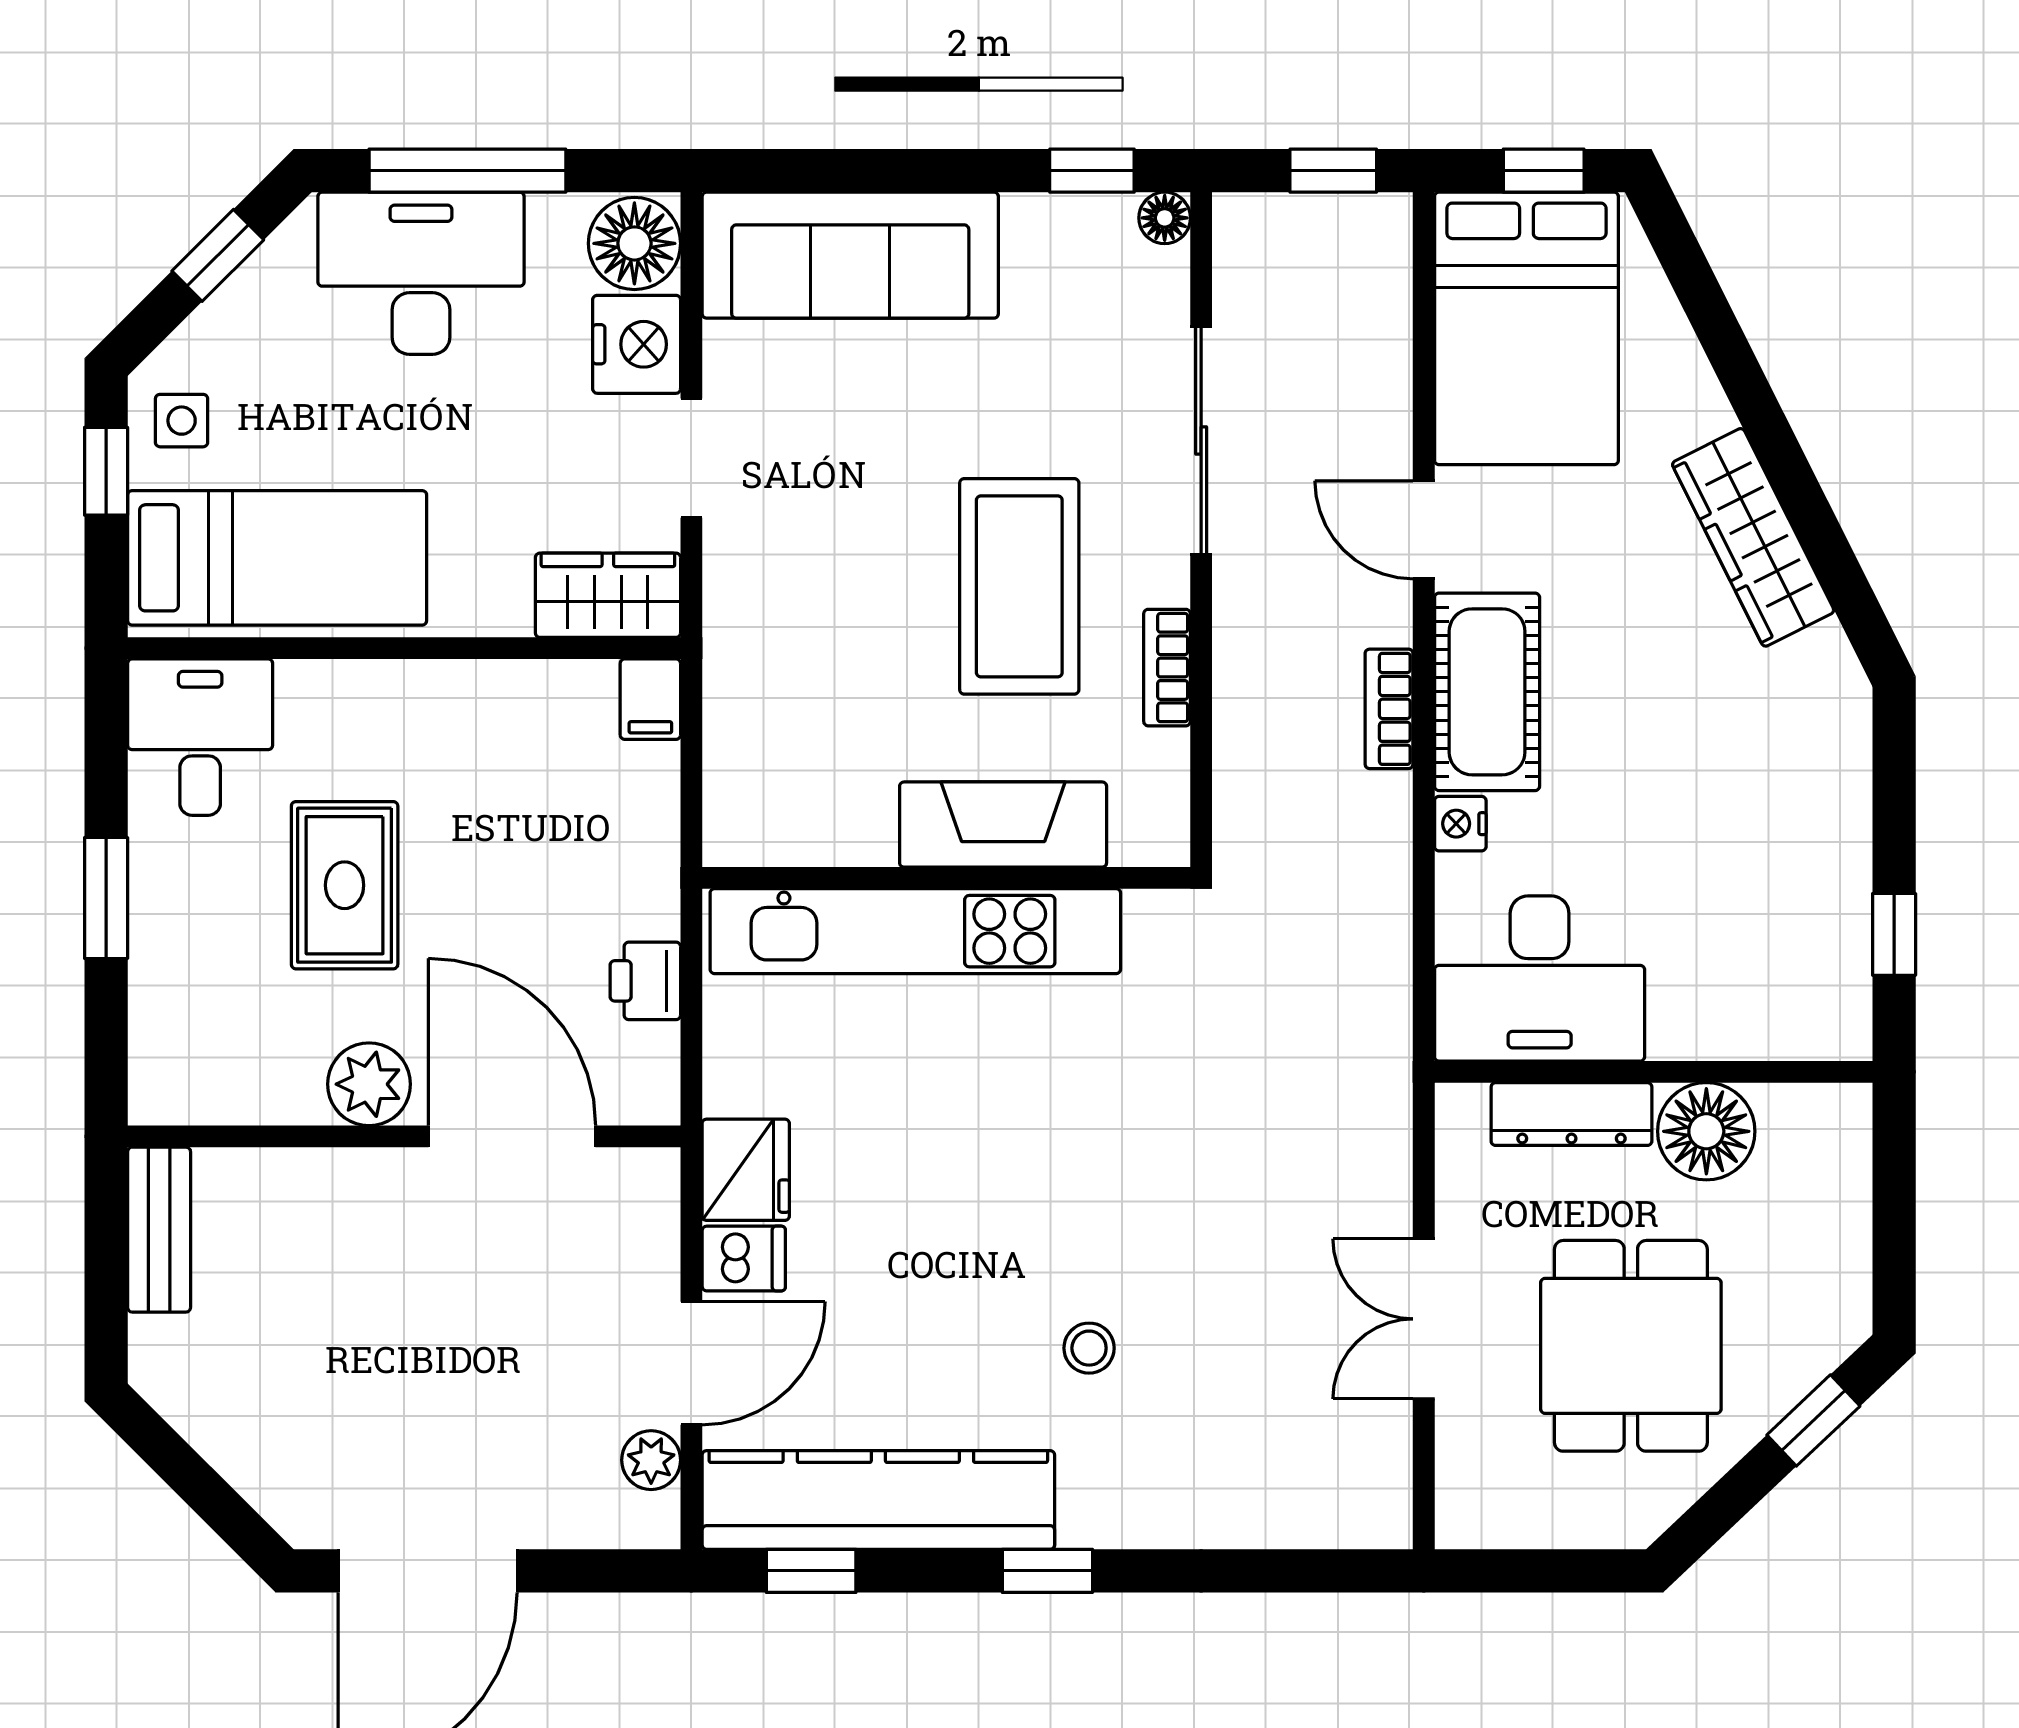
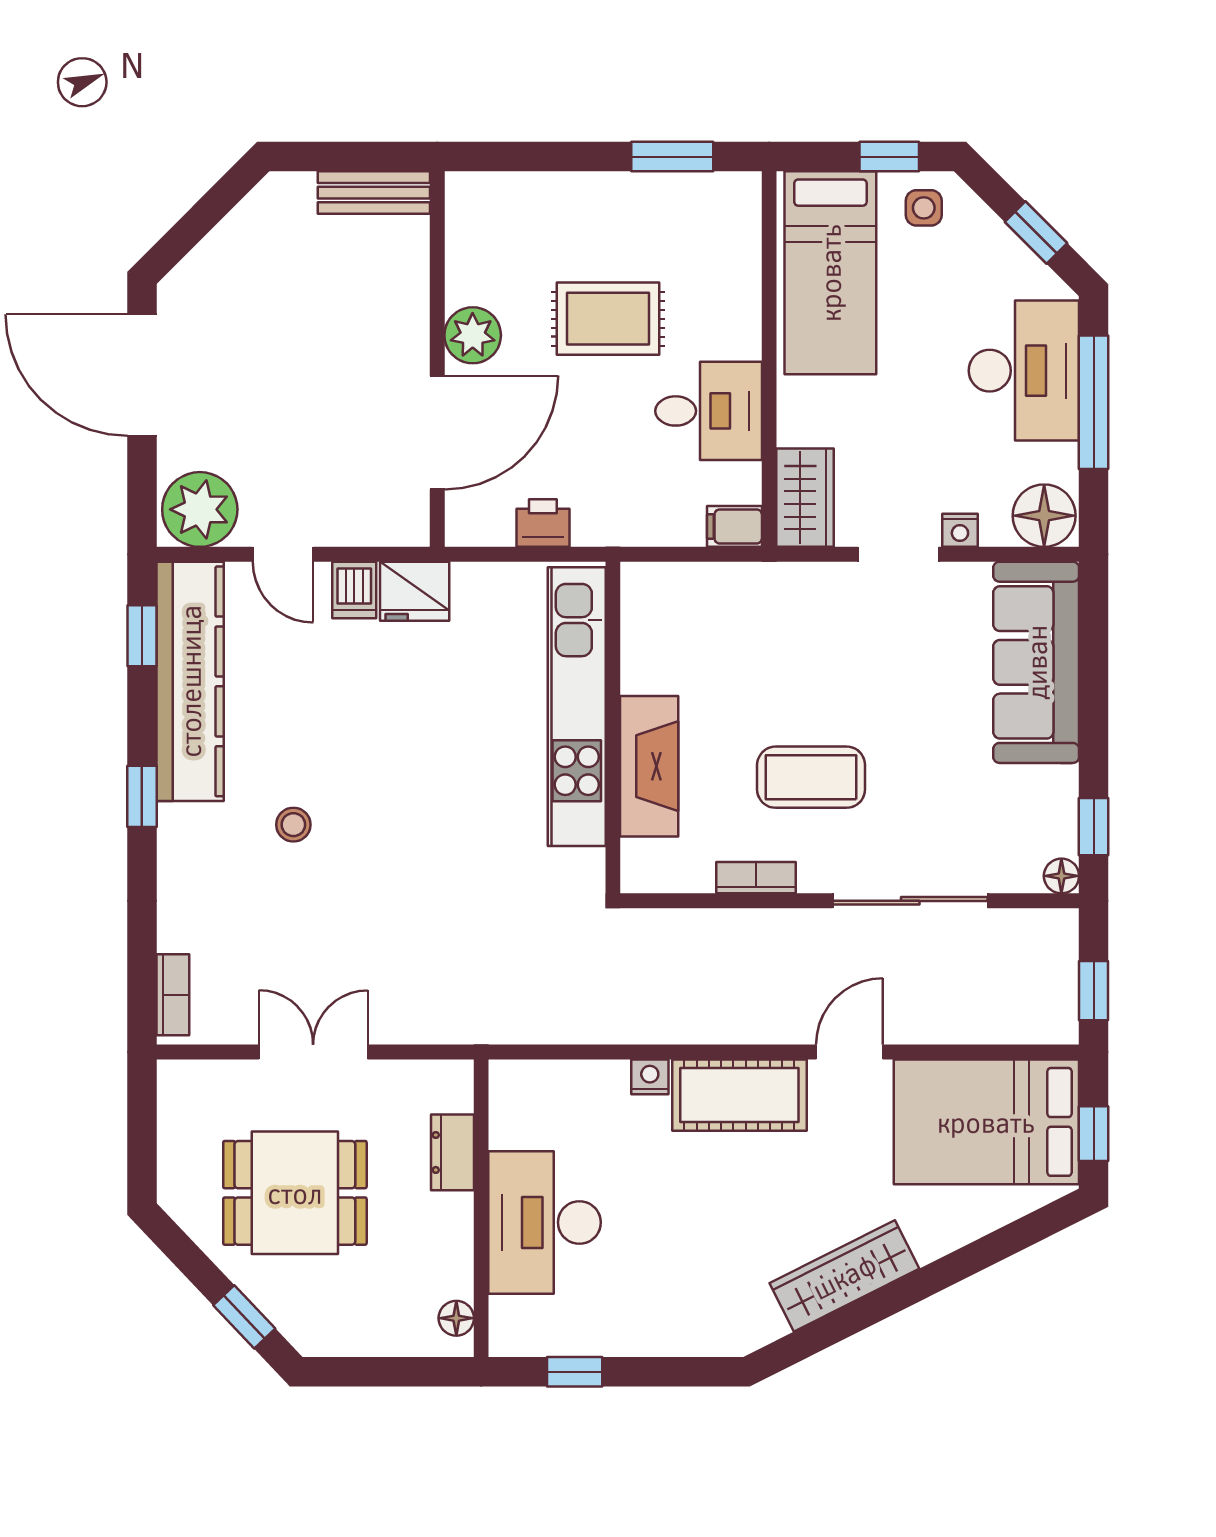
nightstand: (637, 344) -> (960, 530), width x0.53, depth x0.56
coffee table: (1019, 586) -> (811, 777), width x0.73, depth x0.76
bookcase: (1389, 709) -> (173, 995), moved, turned 90
desk: (200, 737) -> (709, 411), moved
window: (106, 898) -> (672, 157), moved
desk: (1540, 978) -> (545, 1222), moved
dresser: (1571, 1114) -> (452, 1152), width x0.70
floor lamp: (1706, 1131) -> (456, 1318), moved, width x0.53, depth x0.53
door: (691, 1363) -> (283, 554), width x0.73
plant: (651, 1460) -> (200, 509), width x1.87, depth x1.87

